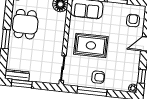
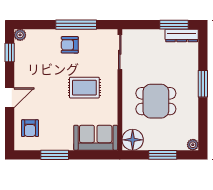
dining table: (25, 24) -> (156, 101), moved, turned 90
rug: (91, 45) -> (84, 88), width x0.73, depth x0.70

